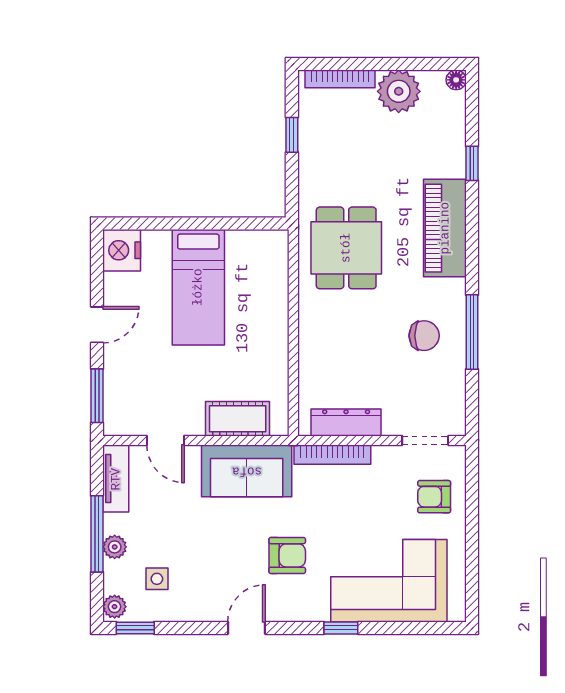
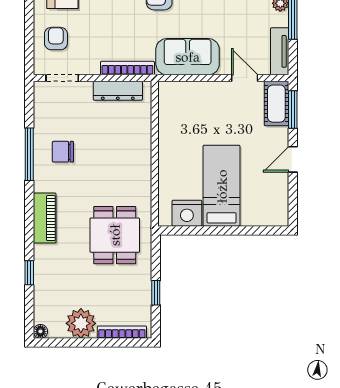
piano: (445, 228) -> (45, 218), width x0.73, depth x0.75
dining table: (346, 248) -> (115, 235), moved
nightstand: (122, 250) -> (187, 213), moved, turned 90
cot: (238, 419) -> (276, 104), moved, turned 90
armchair: (434, 497) -> (56, 39), turned -90

